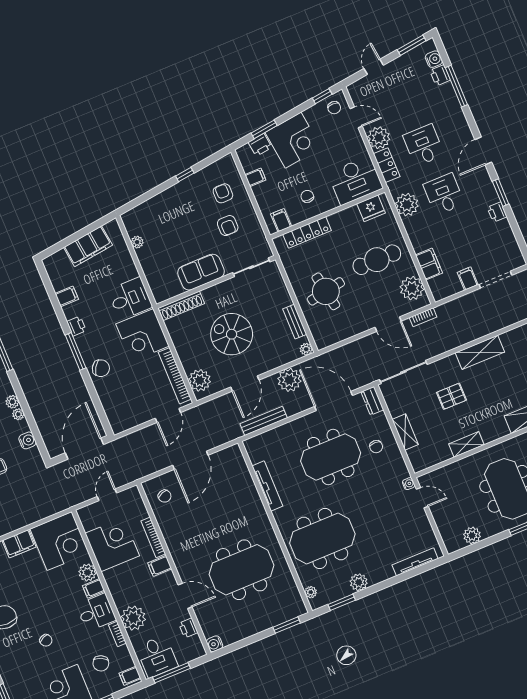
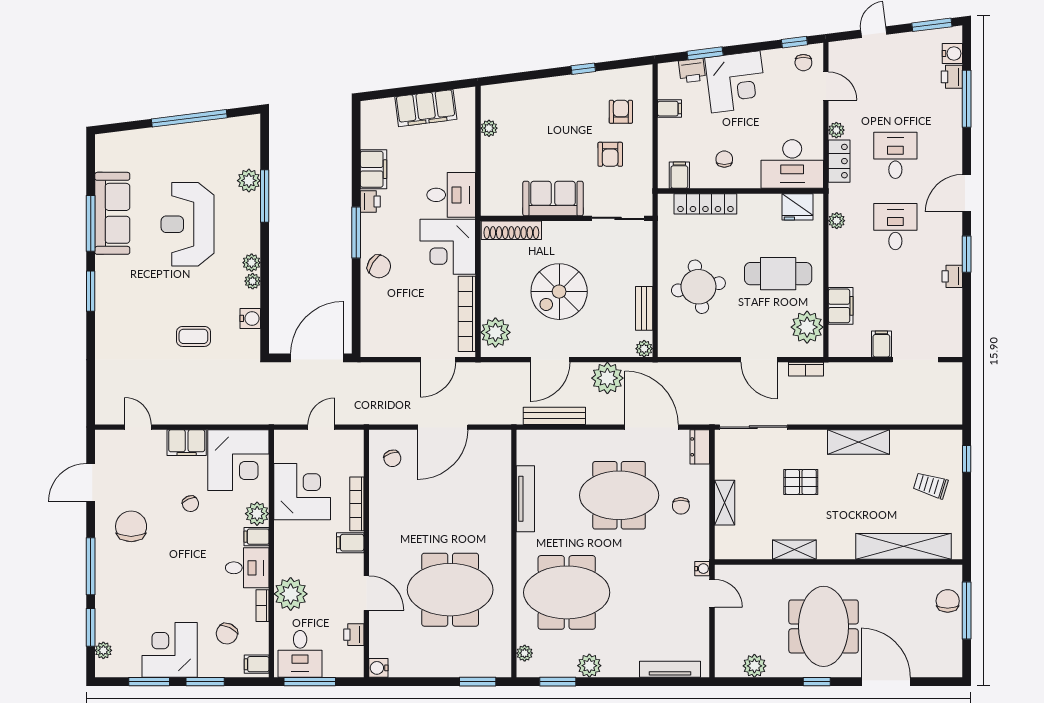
plant: (379, 138) -> (836, 130), width x0.53, depth x0.53
plant: (407, 205) -> (837, 221), width x0.53, depth x0.53
filing cabinet: (67, 296) -> (374, 169), width x2.00
spiral stairs: (232, 334) -> (559, 292), turned -90
chair: (46, 640) -> (190, 504), moved

